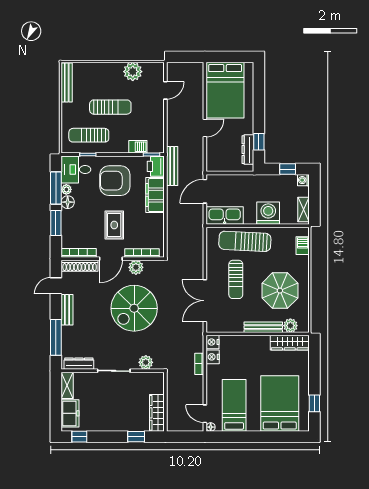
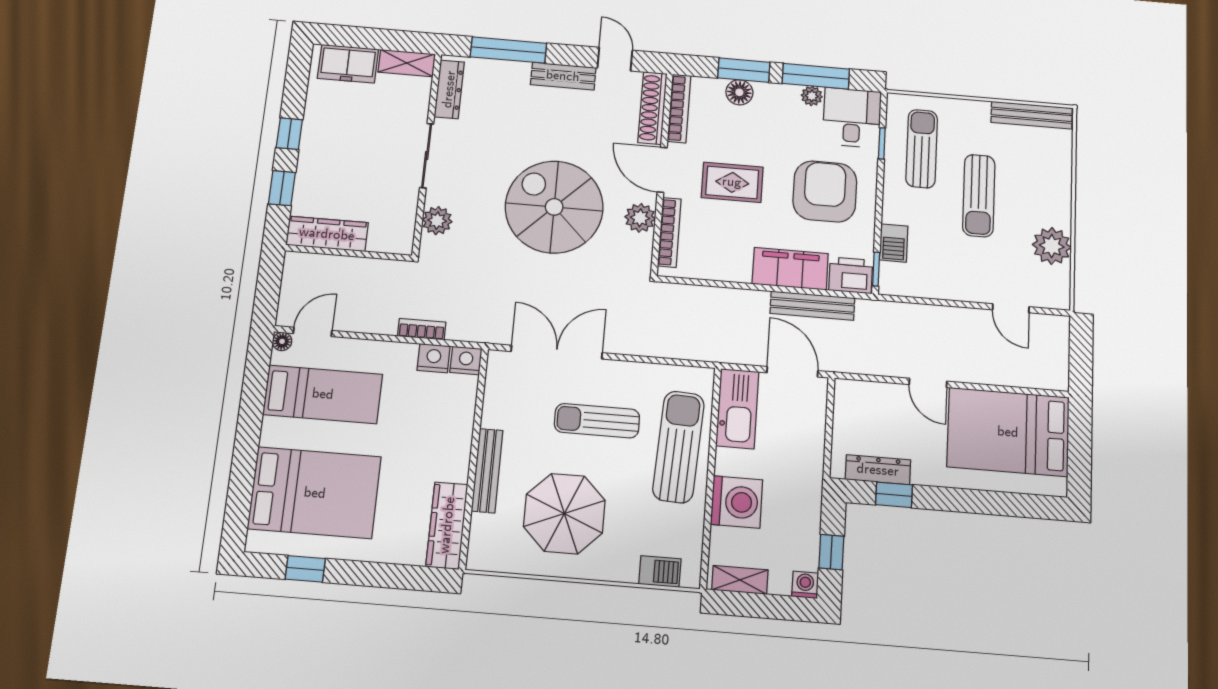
bench: (172, 166) -> (812, 306), moved
floor lamp: (68, 202) -> (739, 92), moved
plant: (290, 326) -> (485, 530), removed
window: (79, 437) -> (289, 134), moved

